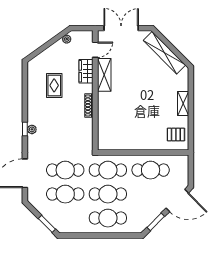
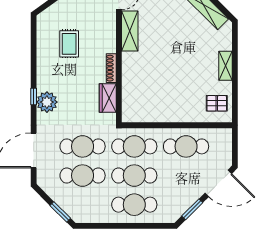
wardrobe: (86, 71) -> (108, 98), moved
plant: (32, 129) -> (47, 102), width x1.88, depth x1.88

